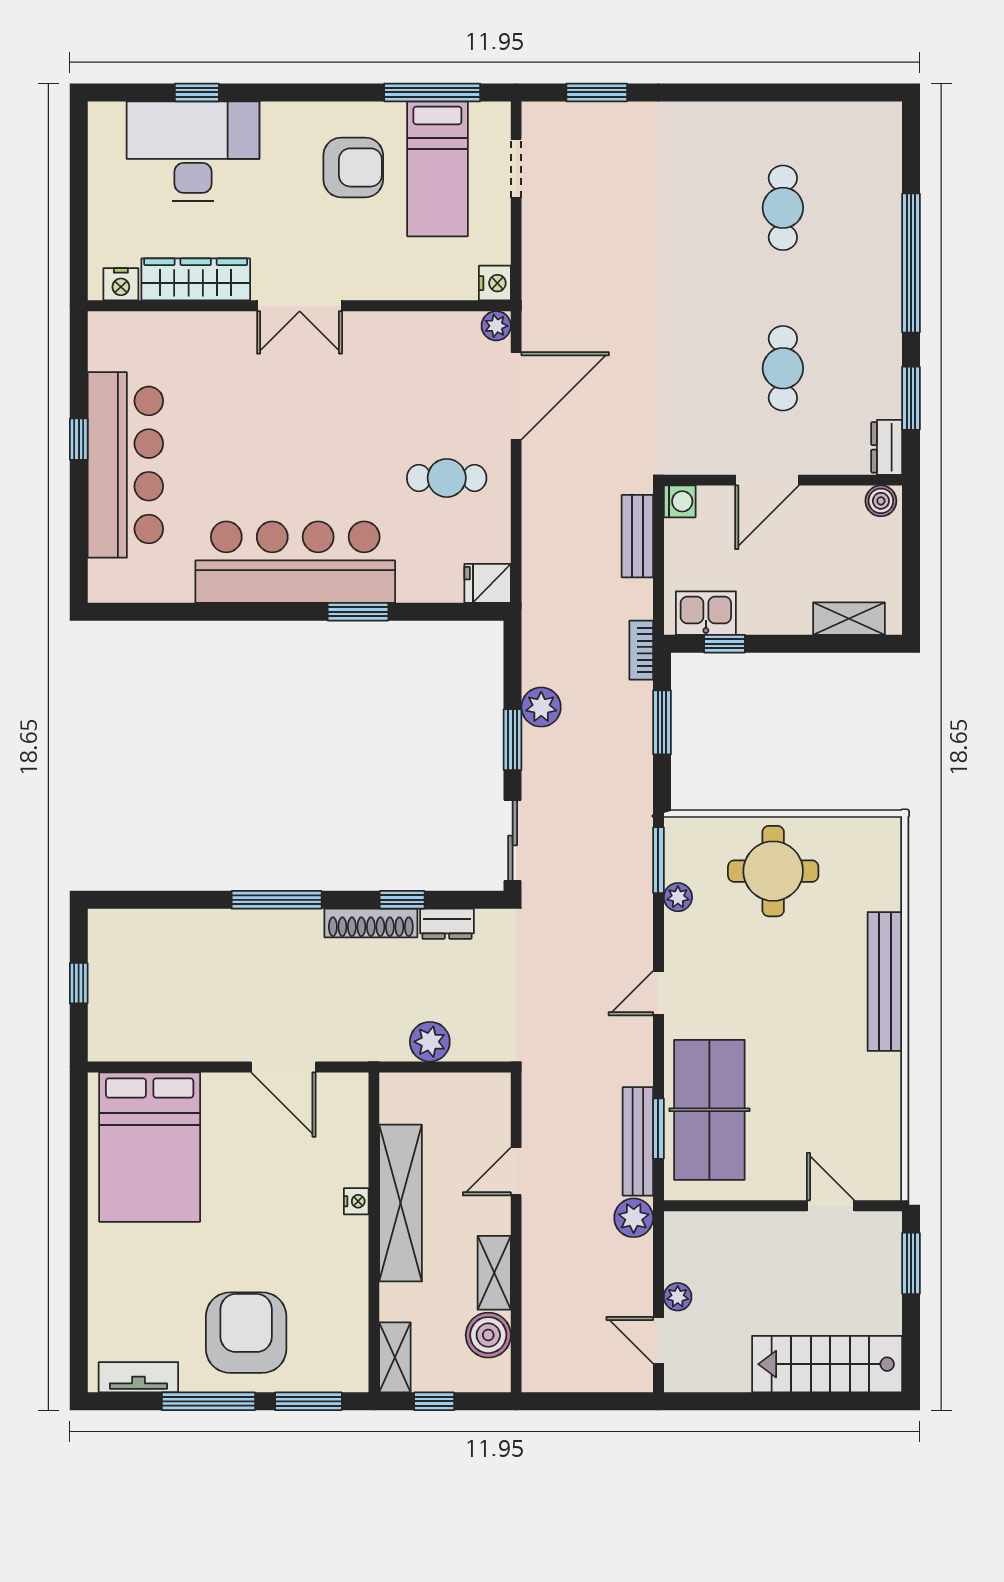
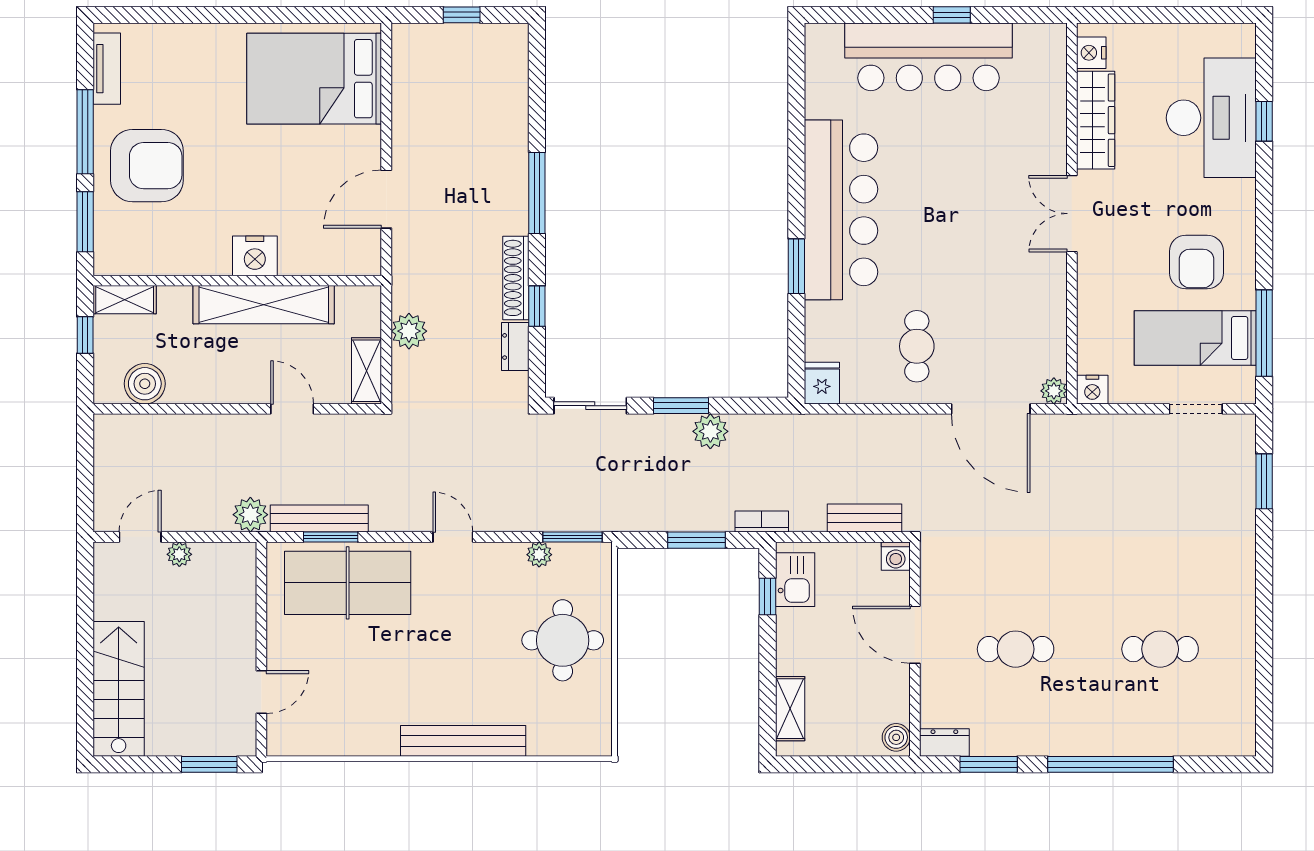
nightstand: (356, 1201) -> (255, 256), width x1.89, depth x1.79
shelving: (494, 1273) -> (367, 371), moved, turned 90

